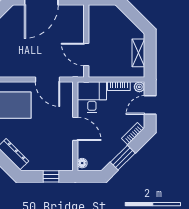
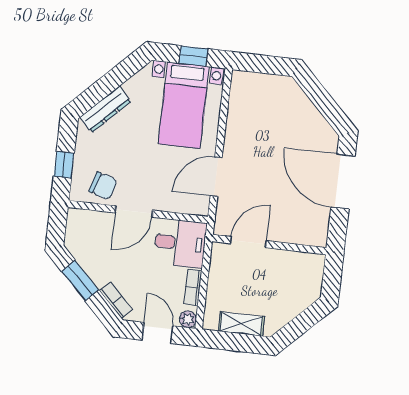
chair: (61, 150) -> (103, 186), added
floor lamp: (82, 163) -> (79, 216), removed

